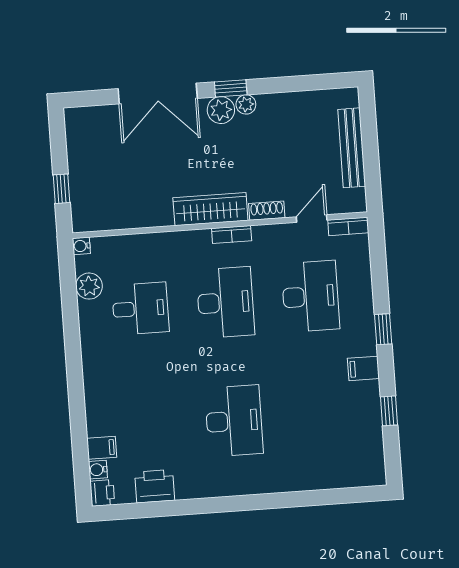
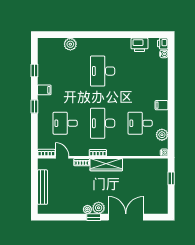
door: (312, 219) -> (62, 157), swing flipped
desk: (310, 296) -> (65, 123), width x0.73
filing cabinet: (102, 448) -> (161, 105), moved
plant: (312, 476) -> (70, 44), added

